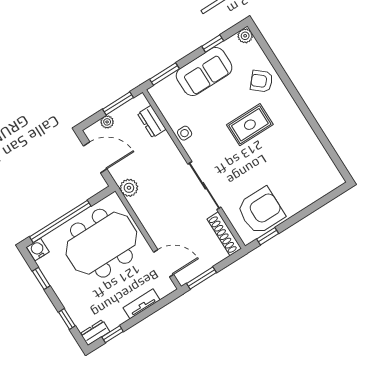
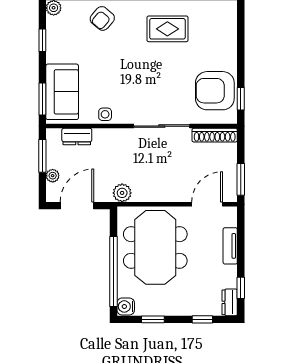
sofa: (204, 72) -> (62, 92), moved
rug: (250, 125) -> (167, 29), moved, turned 90
armchair: (261, 211) -> (215, 91), turned -90

